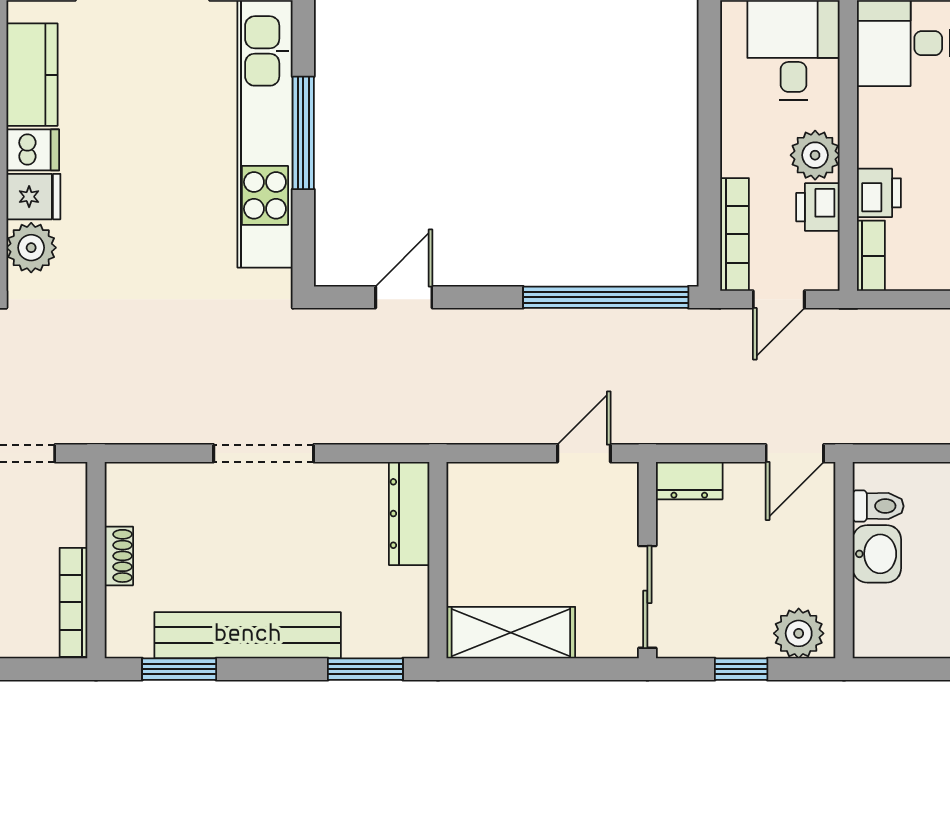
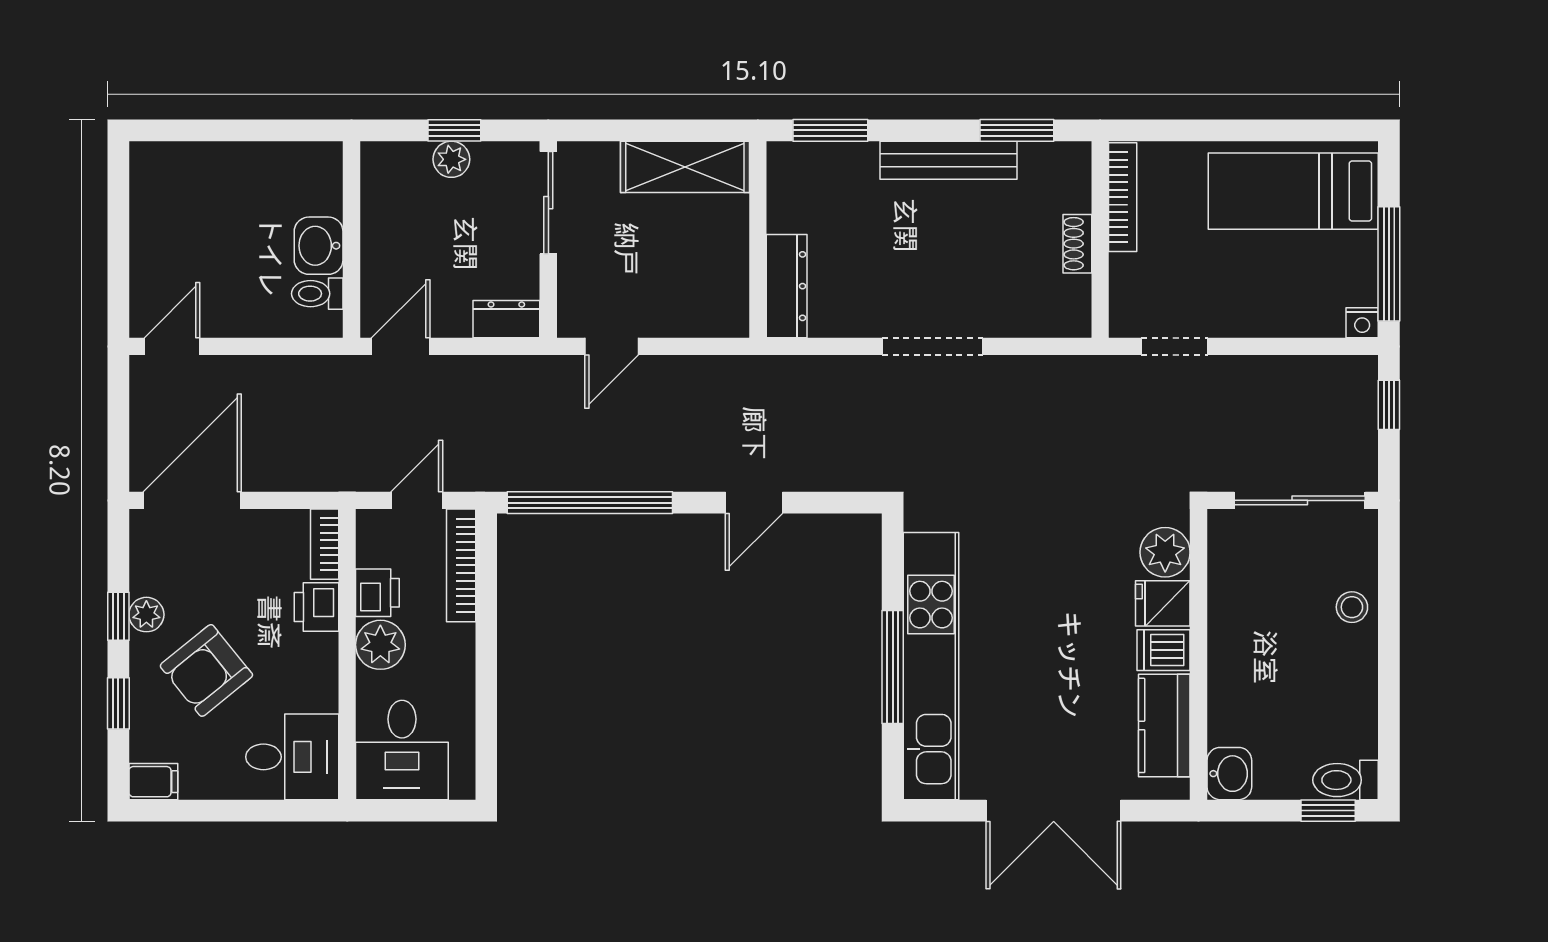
door: (404, 297) -> (754, 503), moved
plant: (799, 633) -> (451, 159), moved, width x0.73, depth x0.73
bench: (248, 635) -> (948, 160), width x0.73, depth x0.82

